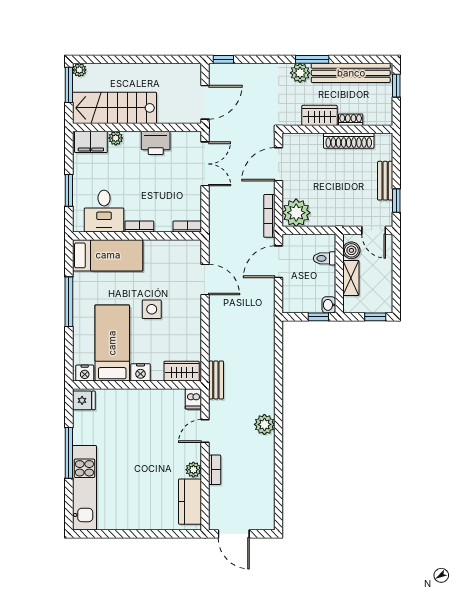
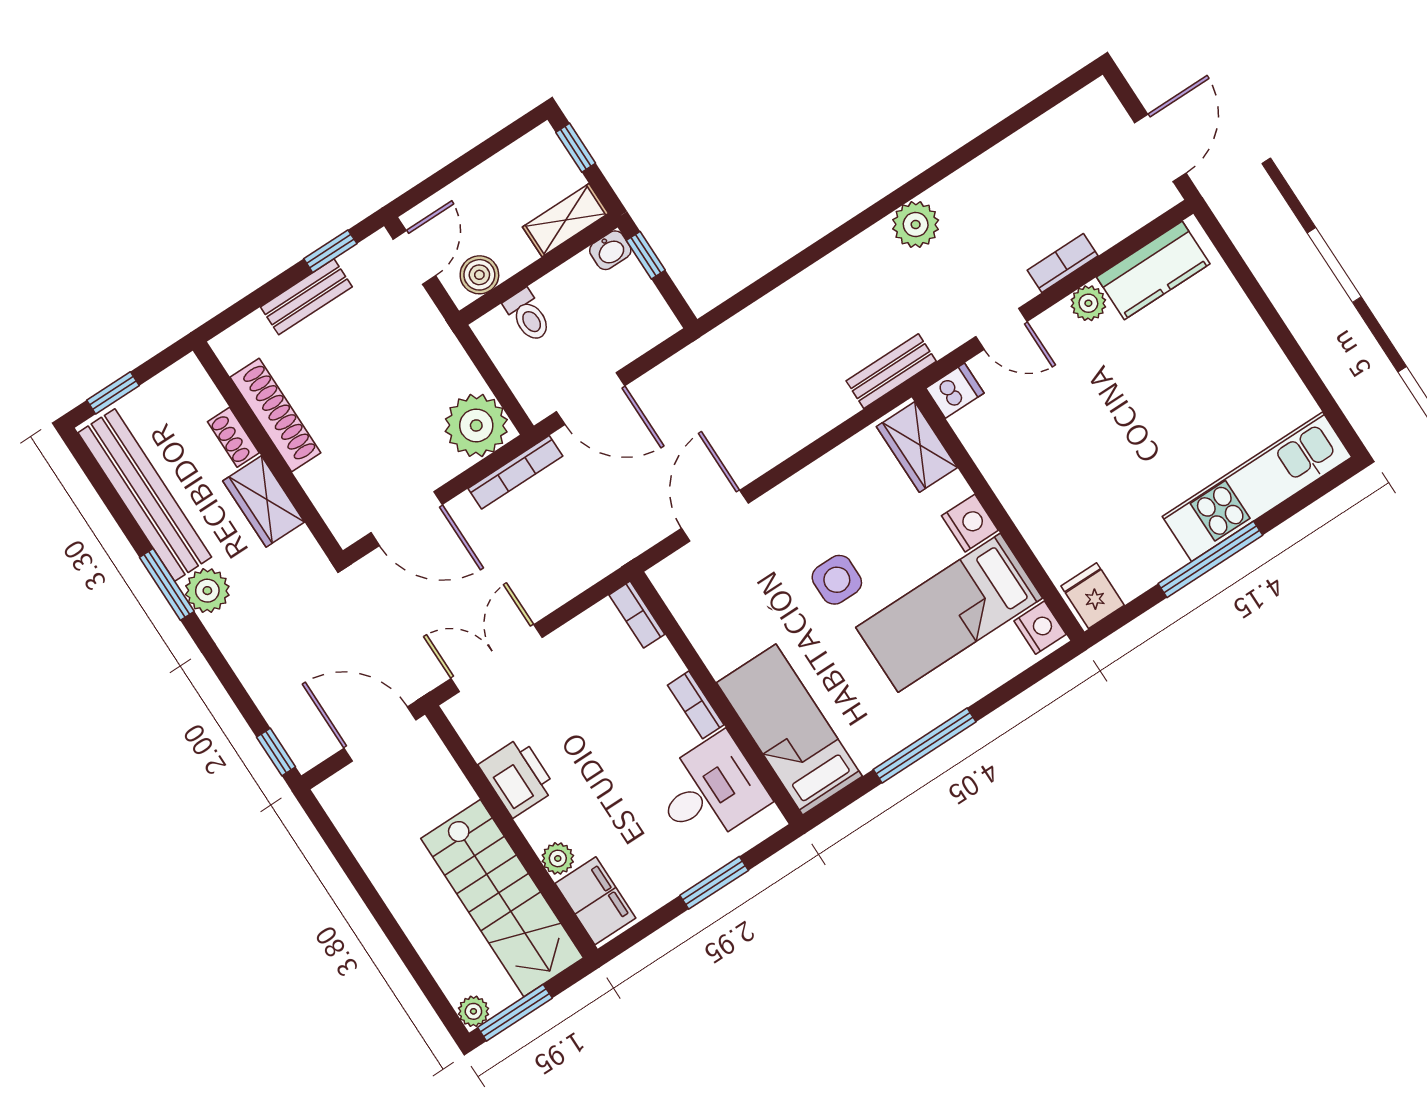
shelving: (351, 278) -> (566, 220), moved

